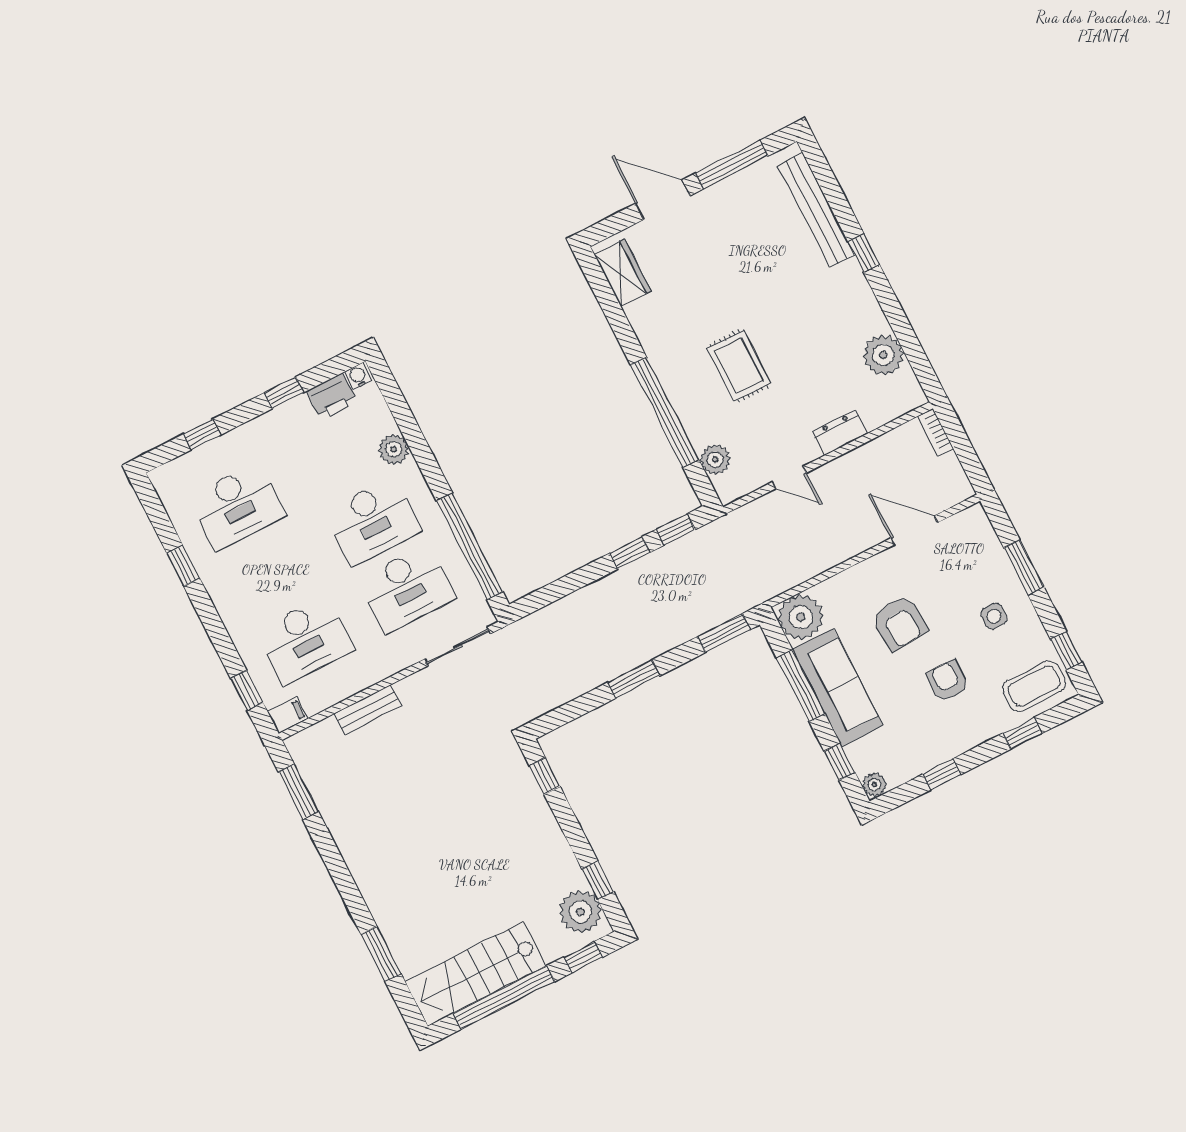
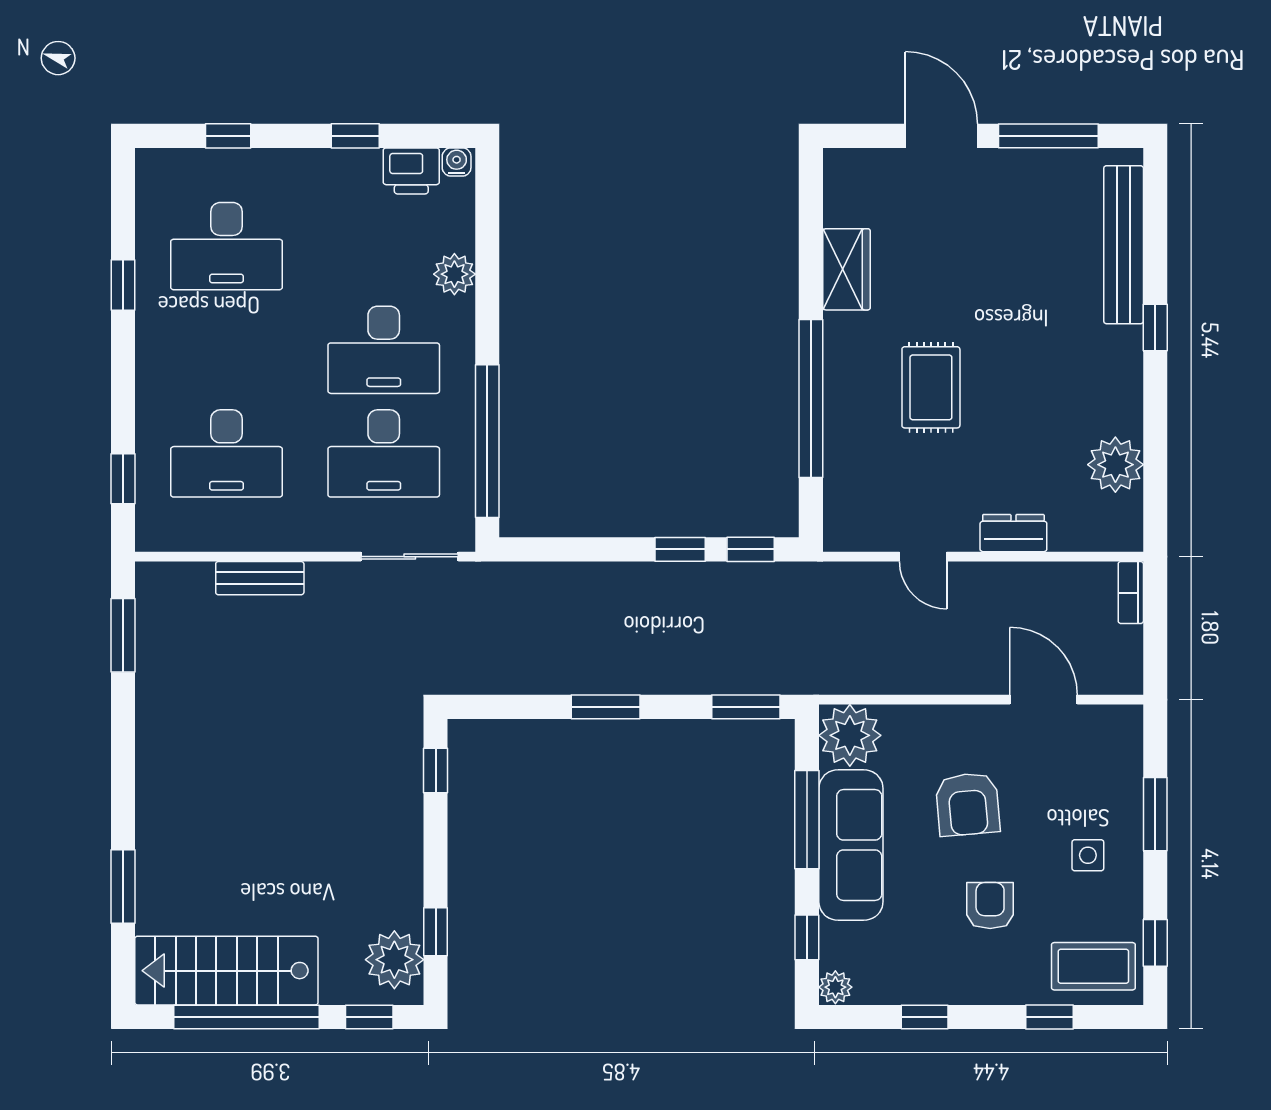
wardrobe: (622, 273) -> (846, 269), moved
plant: (715, 459) -> (843, 488), removed
filing cabinet: (288, 715) -> (158, 535), removed

